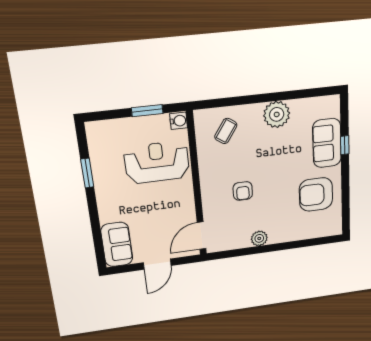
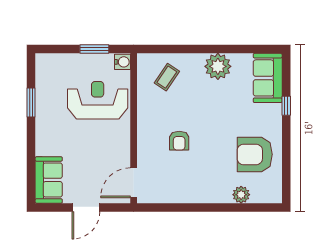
sofa: (327, 143) -> (268, 78), moved
plant: (259, 238) -> (241, 195), moved

